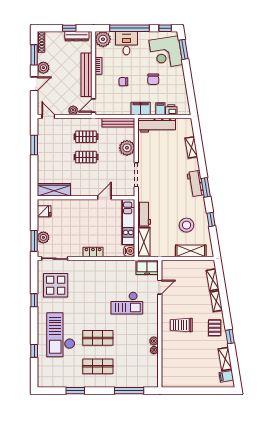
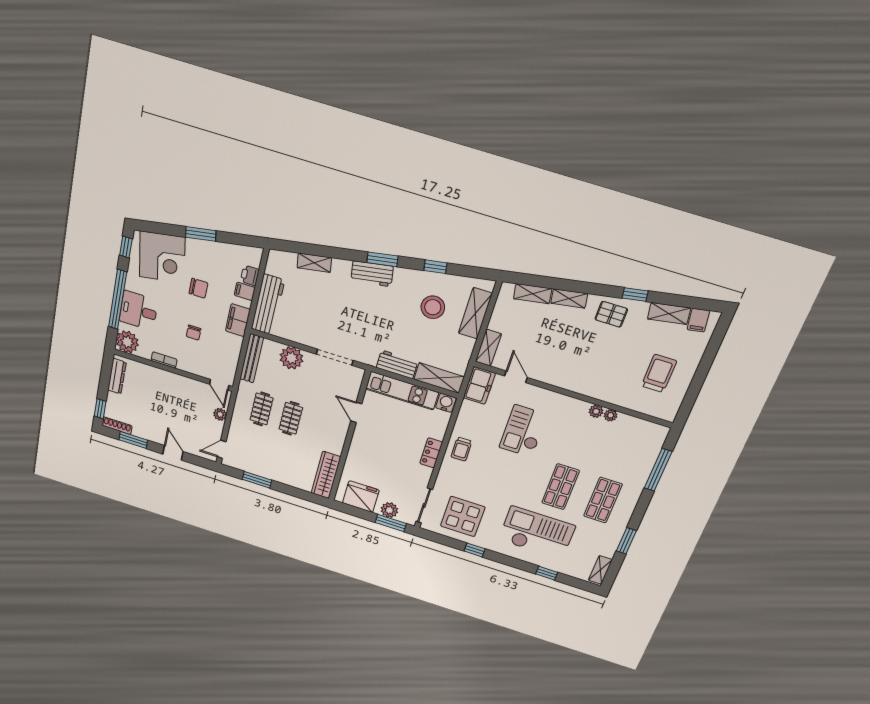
window: (69, 28) -> (100, 409), moved
window: (183, 49) -> (201, 234), moved
plant: (43, 68) -> (153, 434), removed
bench: (86, 75) -> (174, 380), removed
fridge: (44, 211) -> (361, 497), width x1.88, depth x1.34
shelving: (172, 265) -> (488, 348), added
trolley: (102, 270) -> (461, 449), added
checkout: (127, 303) -> (523, 431), turned 180
trolley: (181, 325) -> (659, 373), moved, turned 180
checkout: (61, 335) -> (537, 533), turned 180
shelving: (49, 383) -> (600, 570), added

